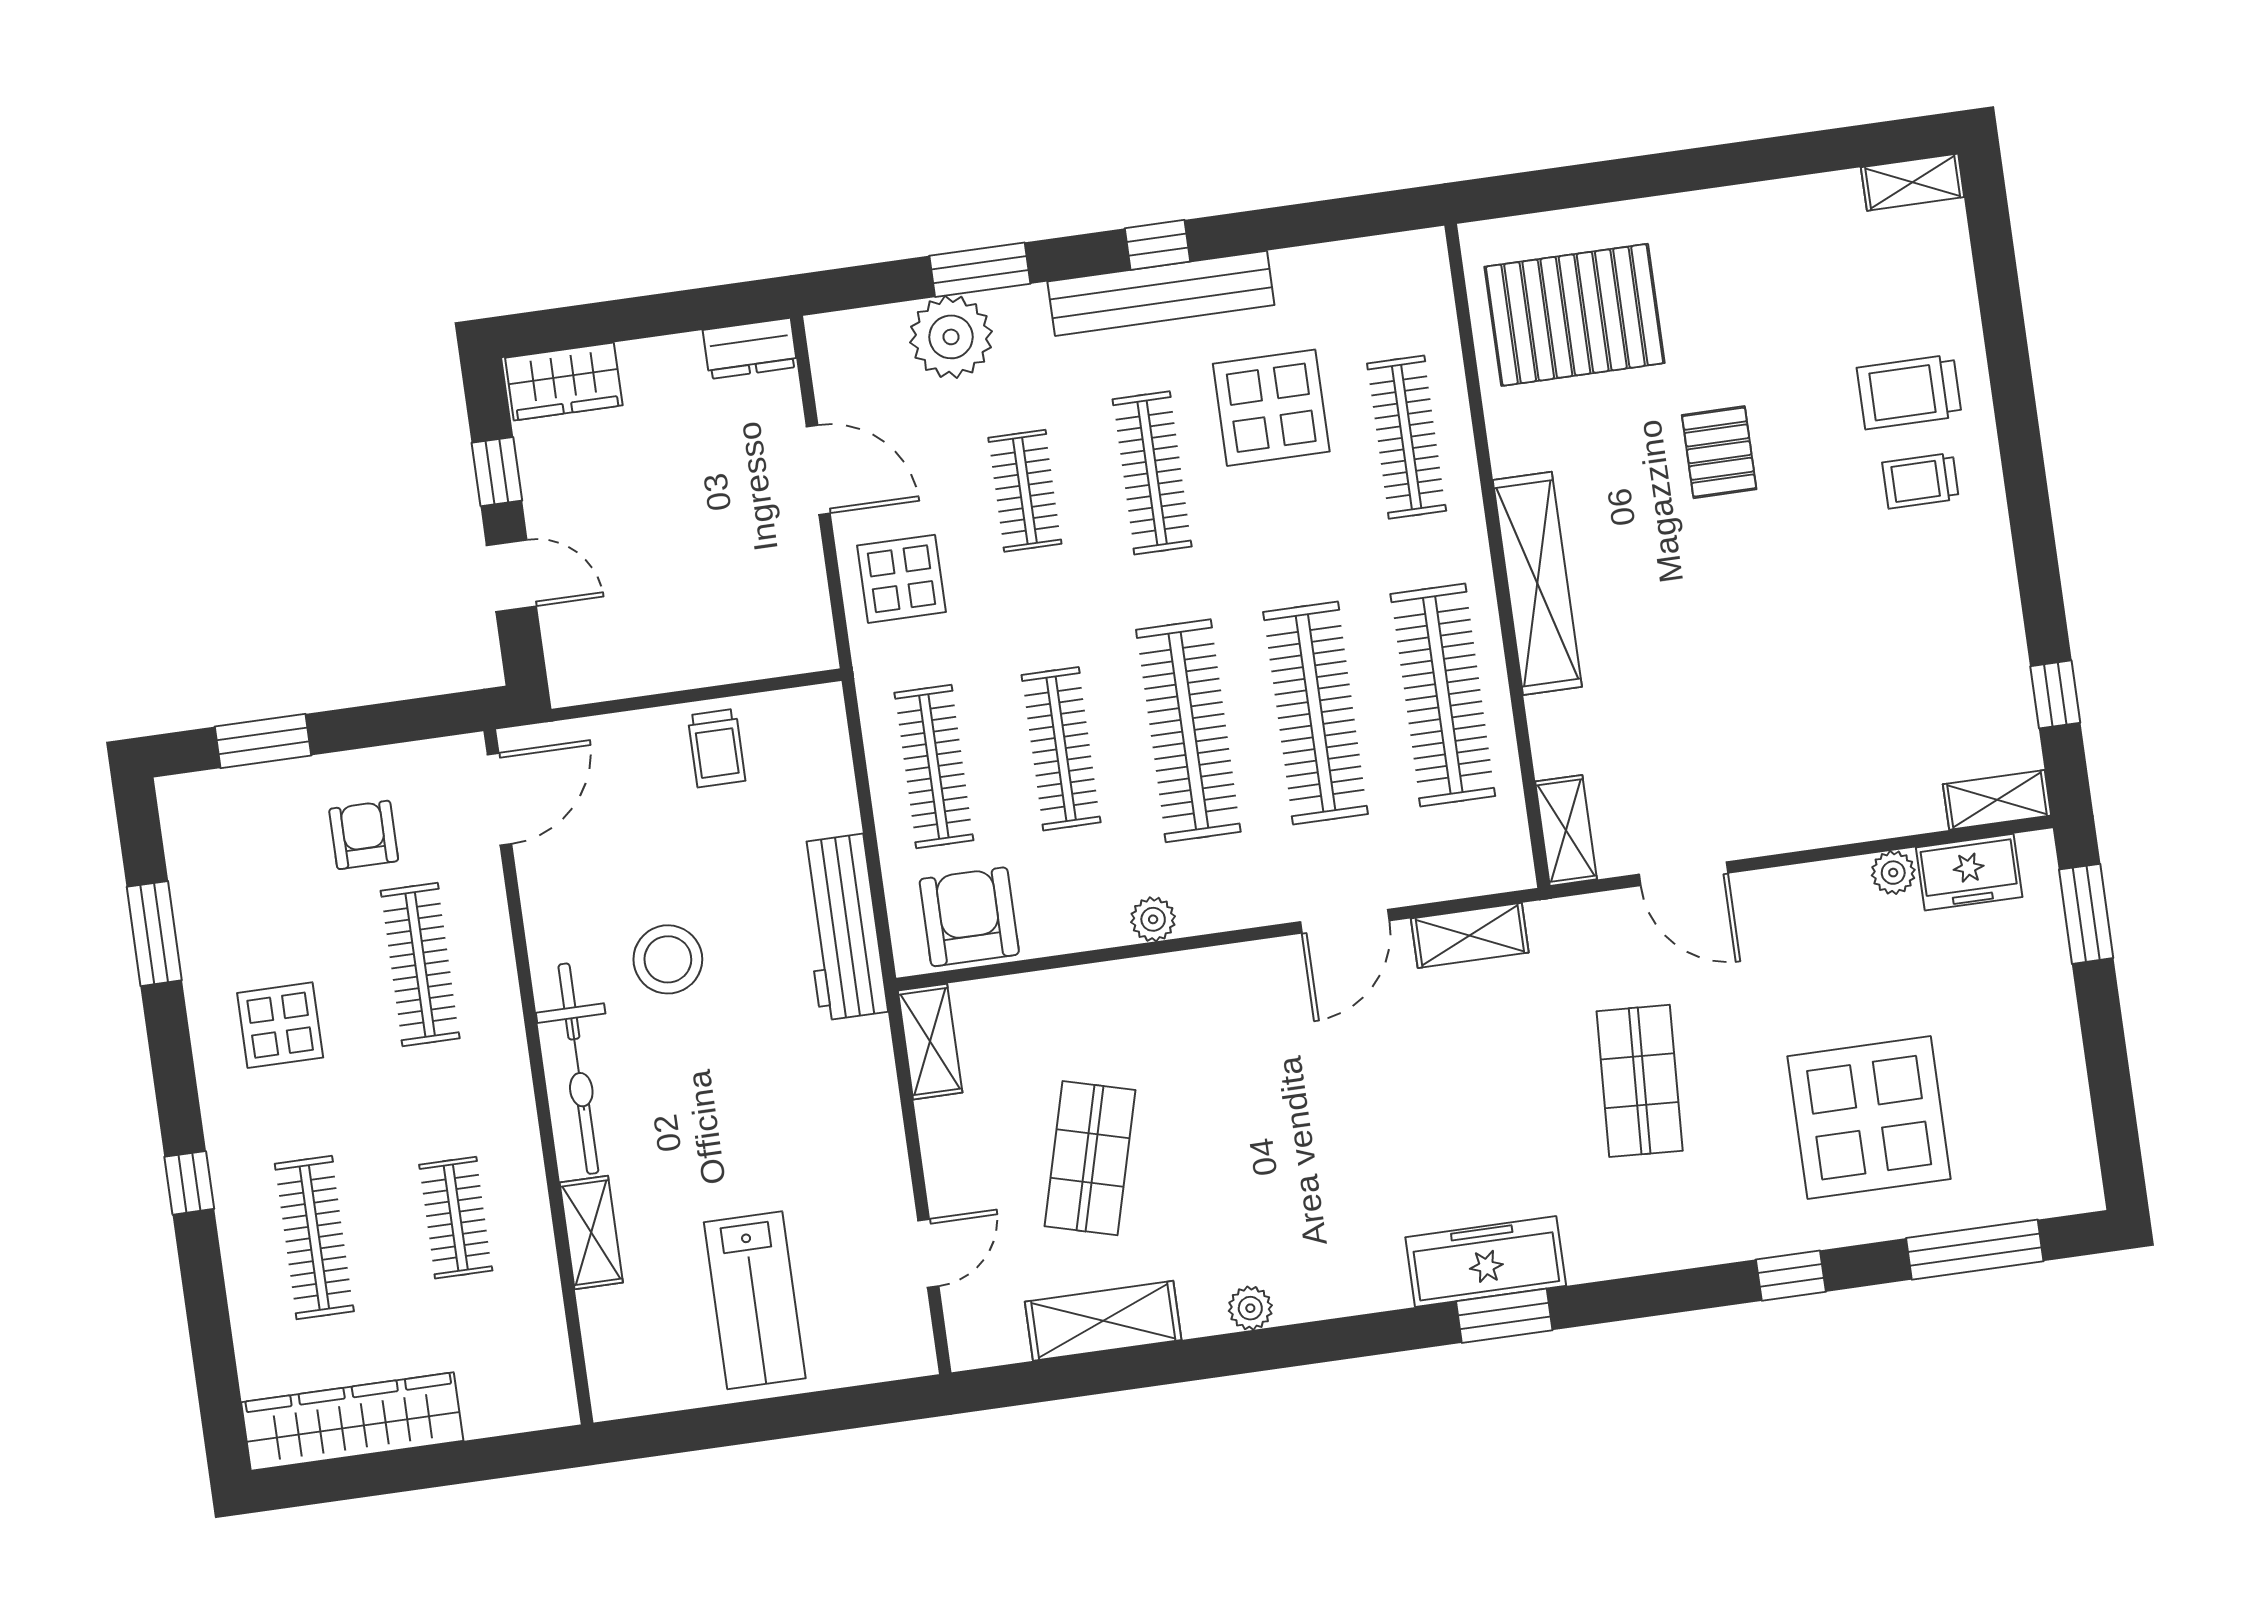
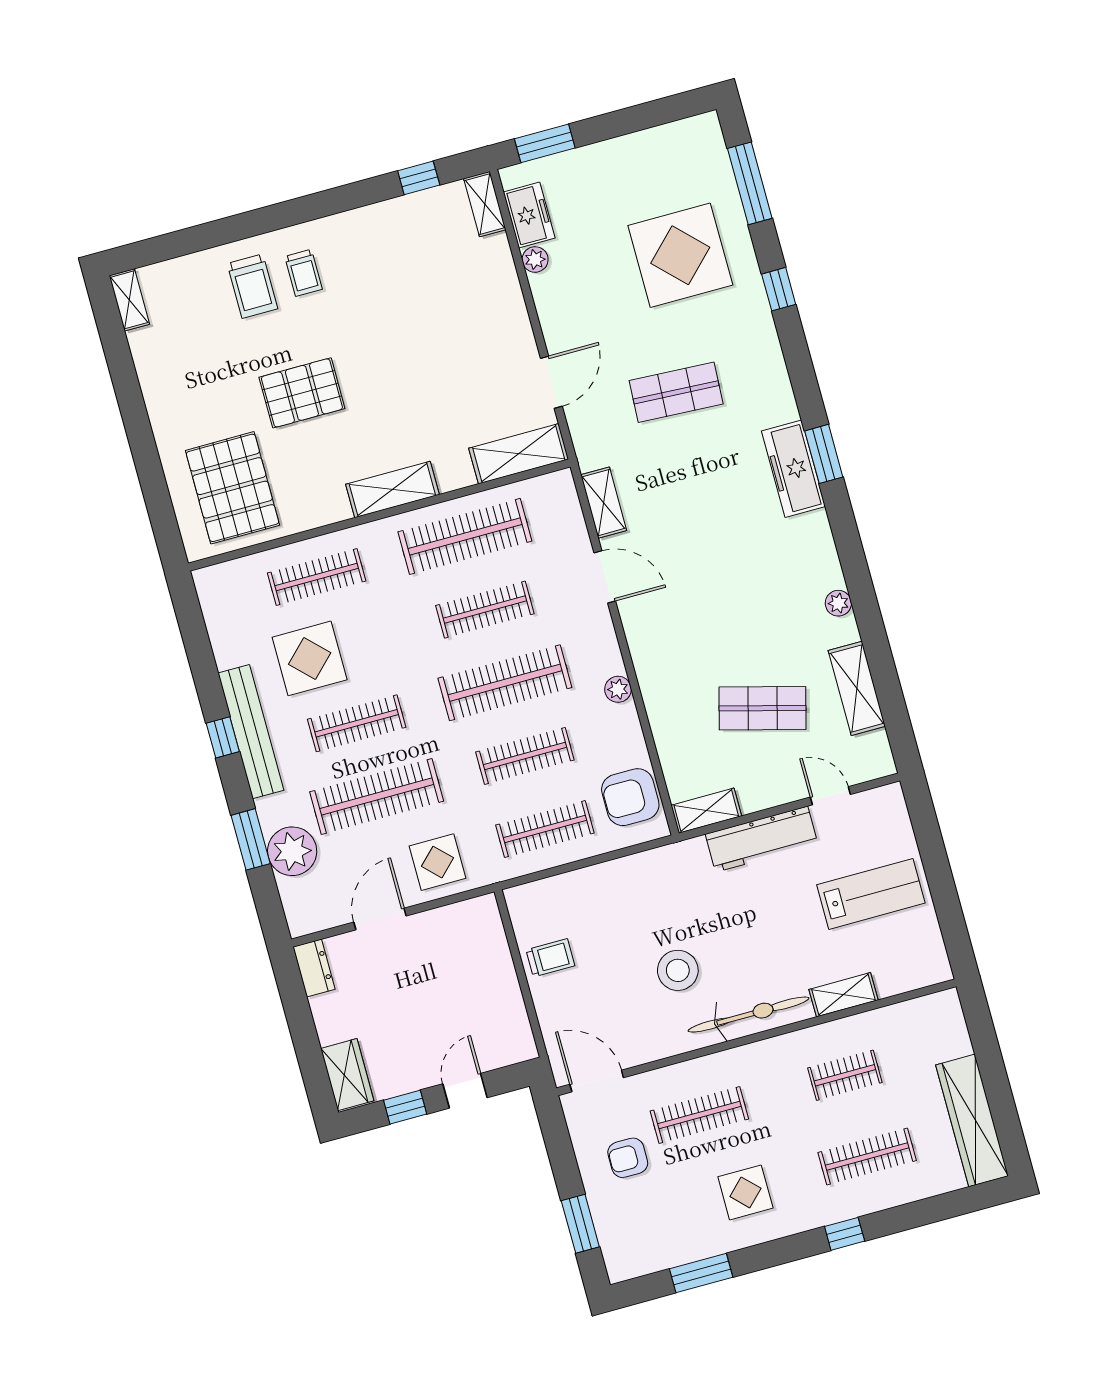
pallet: (1719, 452) -> (302, 393), width x1.50, depth x1.42
clothes rail: (1025, 491) -> (377, 796), width x1.86, depth x1.31
shelving: (1537, 583) -> (392, 490), width x0.68
clothes rail: (1316, 713) -> (485, 610), width x0.73, depth x0.76
shelving: (1566, 830) -> (519, 454), width x1.50, depth x1.33
workbench: (842, 927) -> (762, 839), moved

